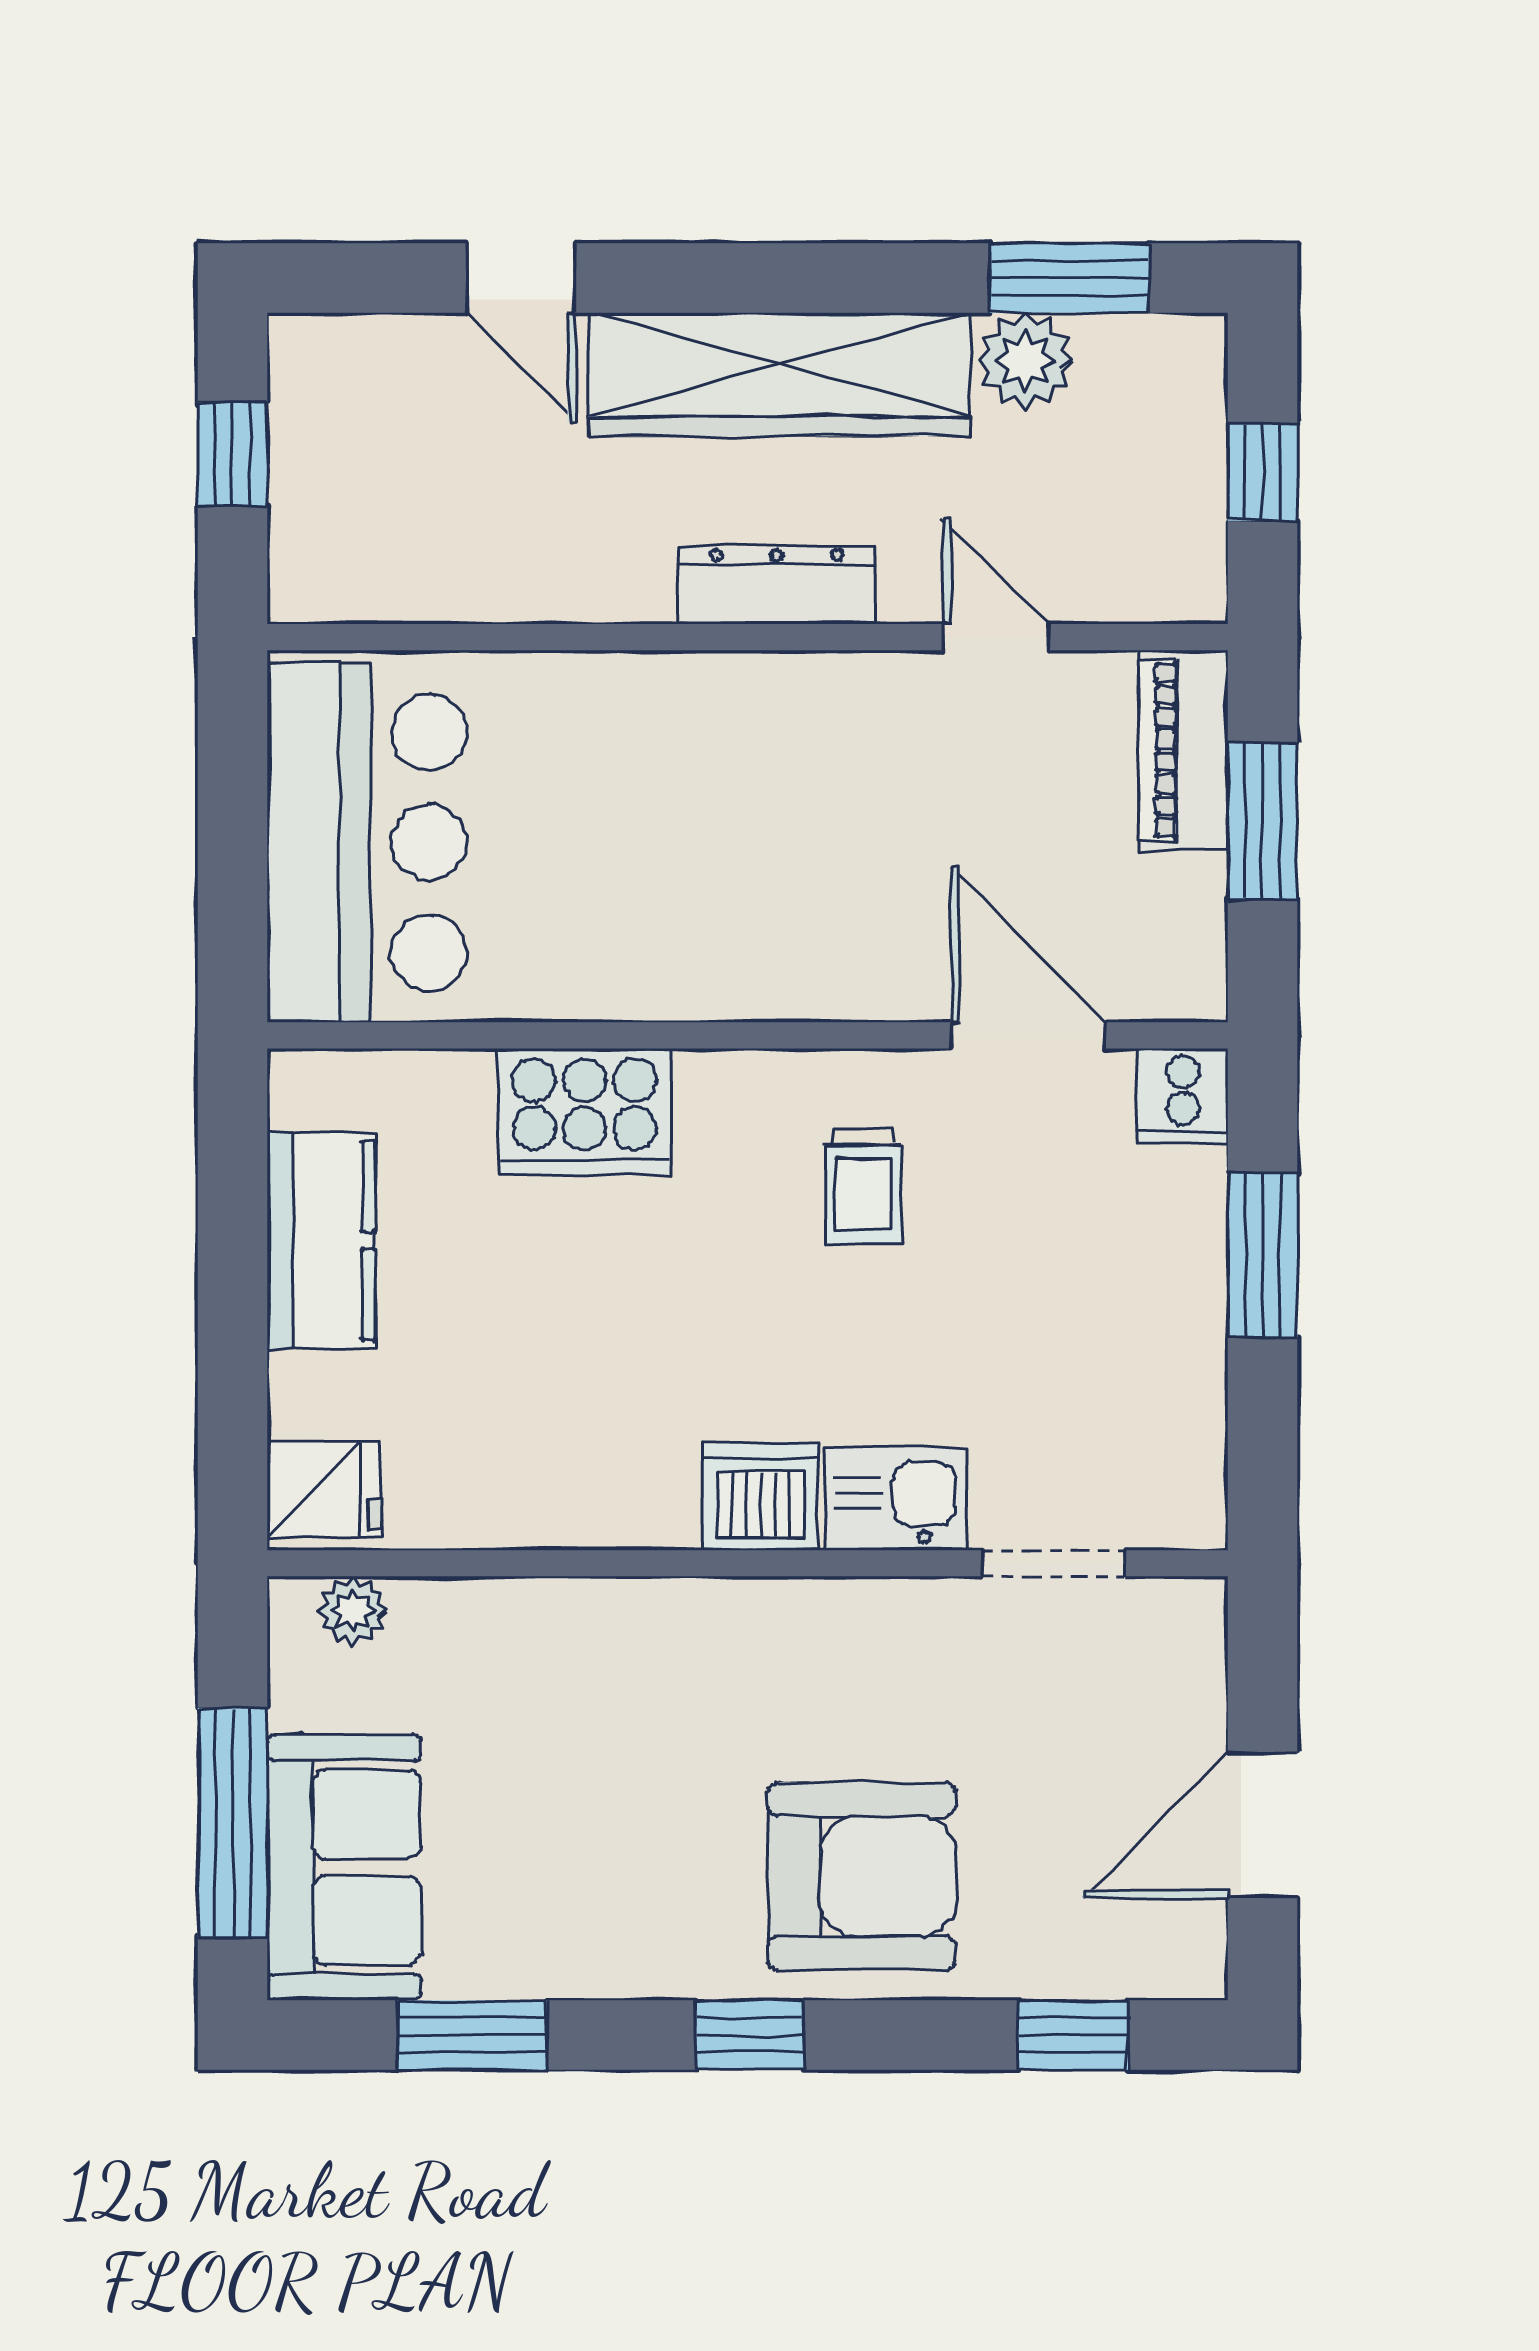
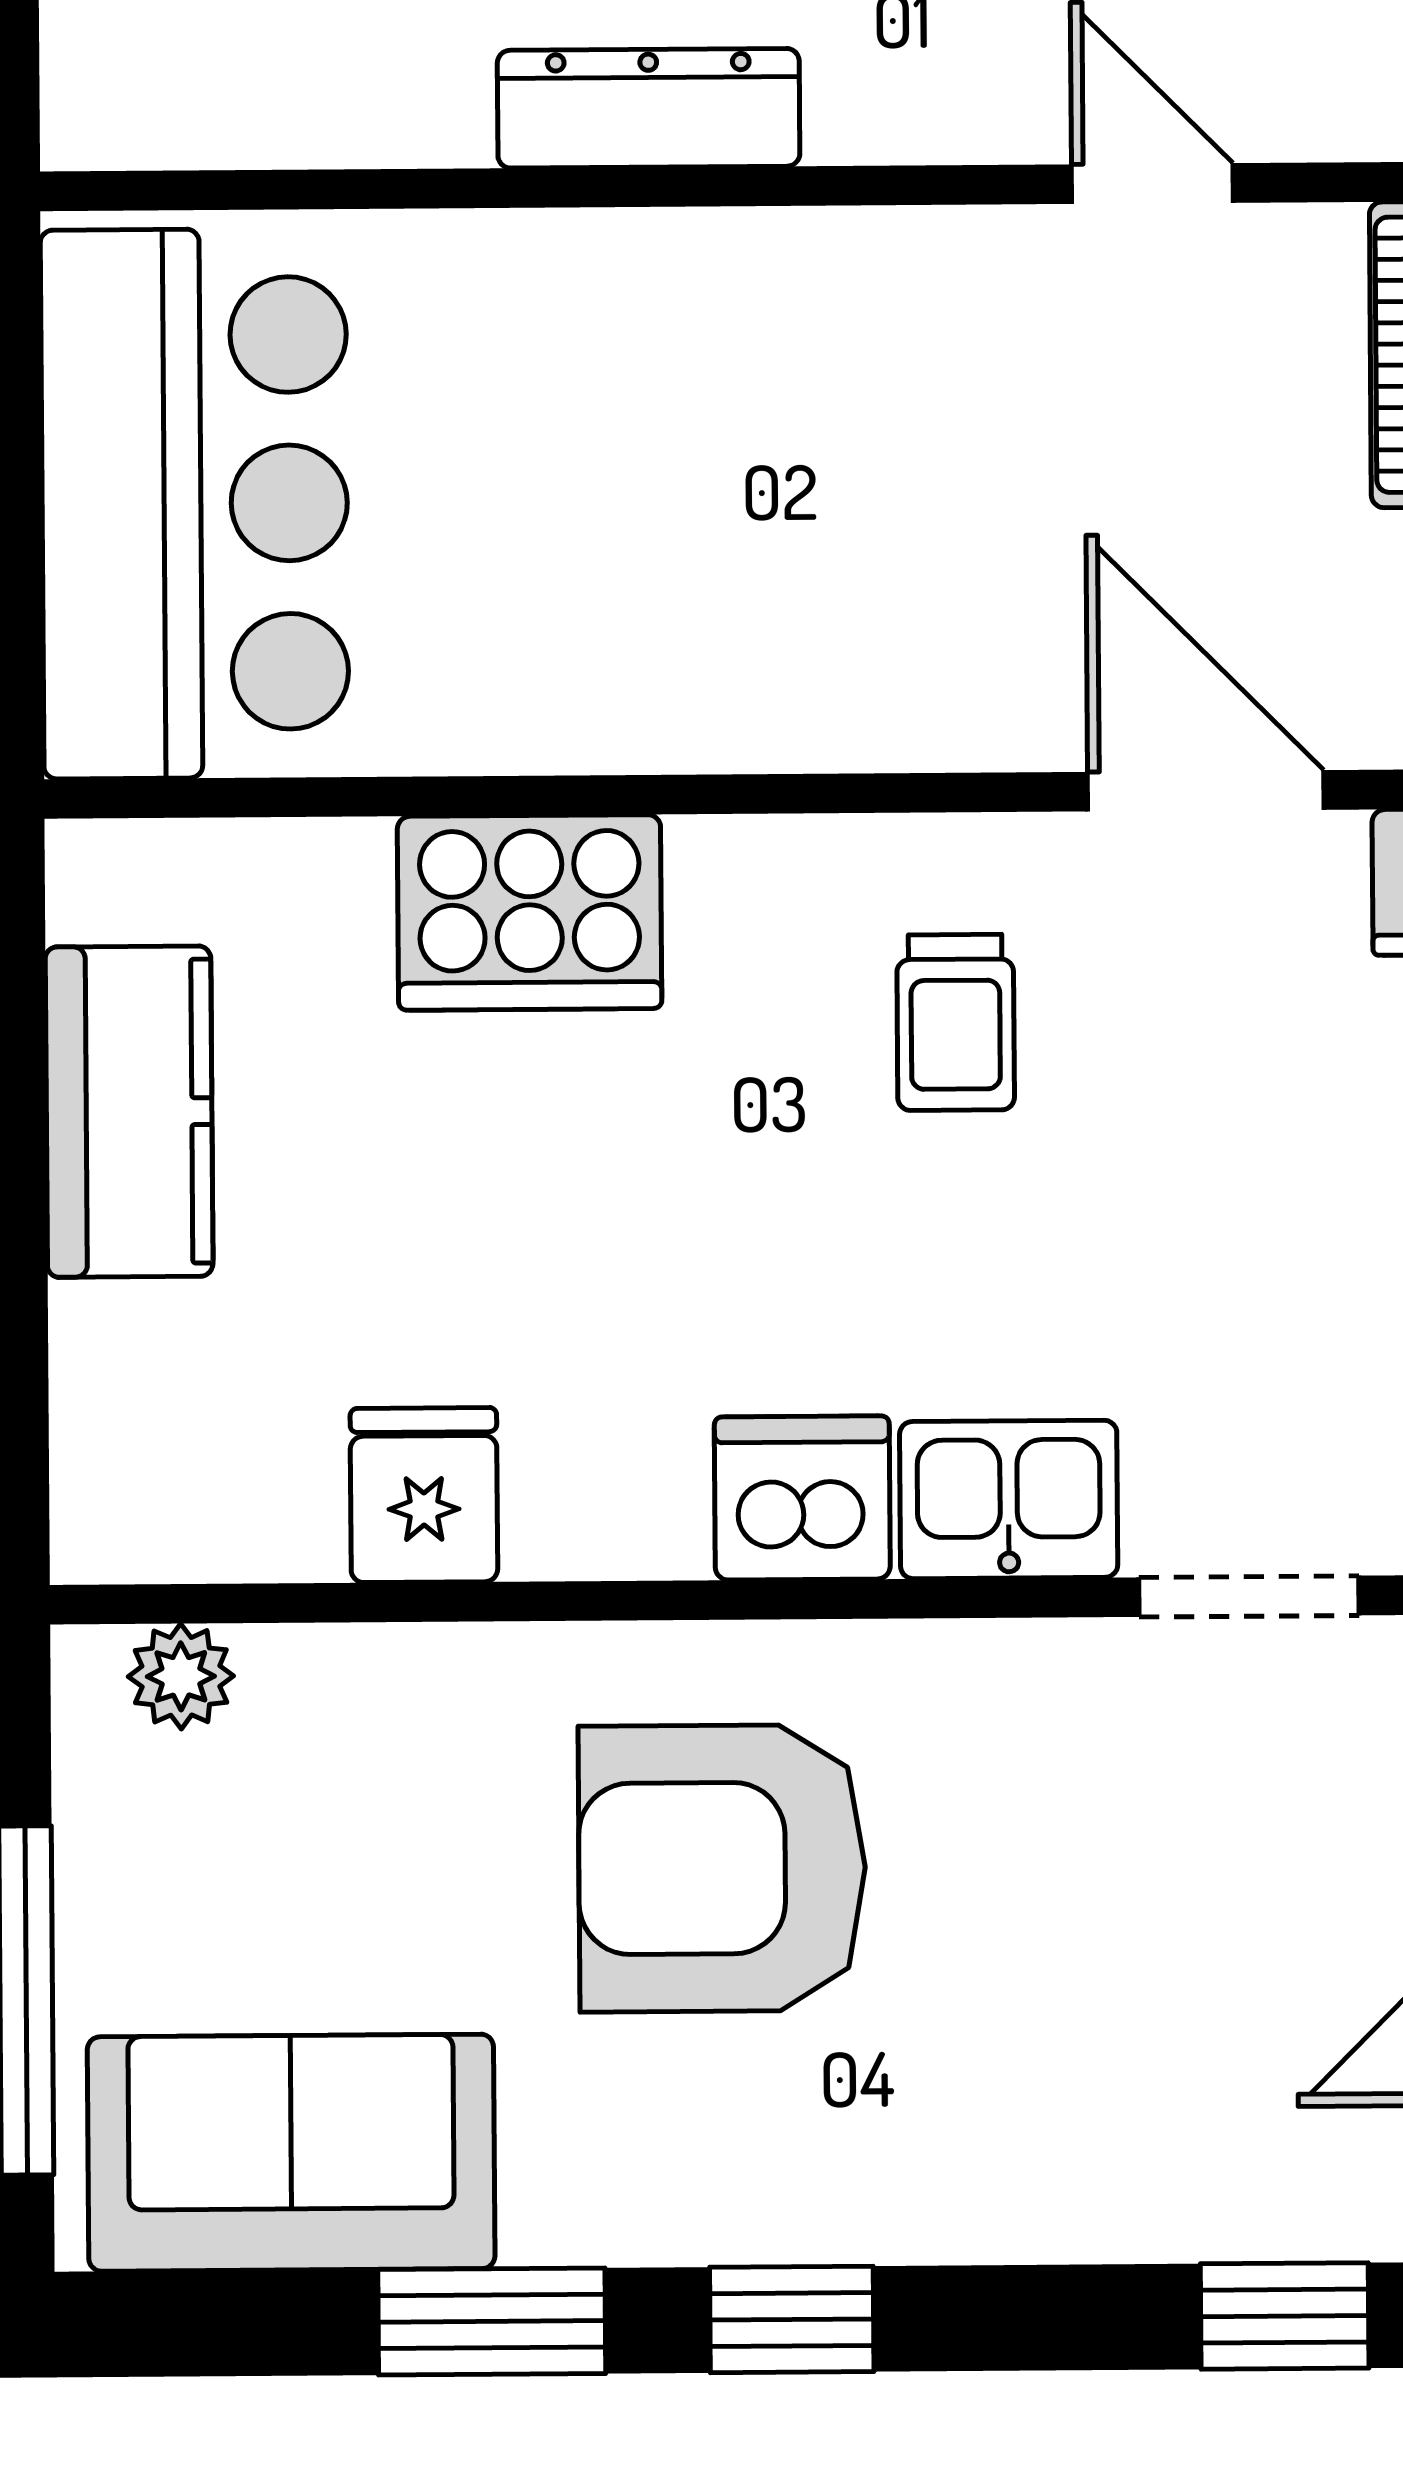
dresser: (777, 585) -> (649, 108), moved
fridge: (324, 1489) -> (424, 1495), moved, turned -90
sofa: (344, 1867) -> (291, 2153), moved, turned -90
armchair: (862, 1876) -> (722, 1868), moved, turned 180
window: (472, 2035) -> (492, 2322), moved

